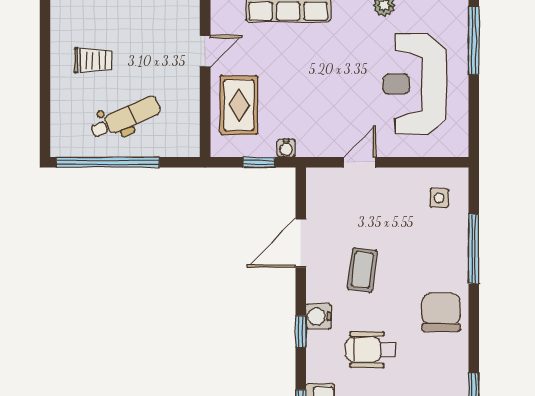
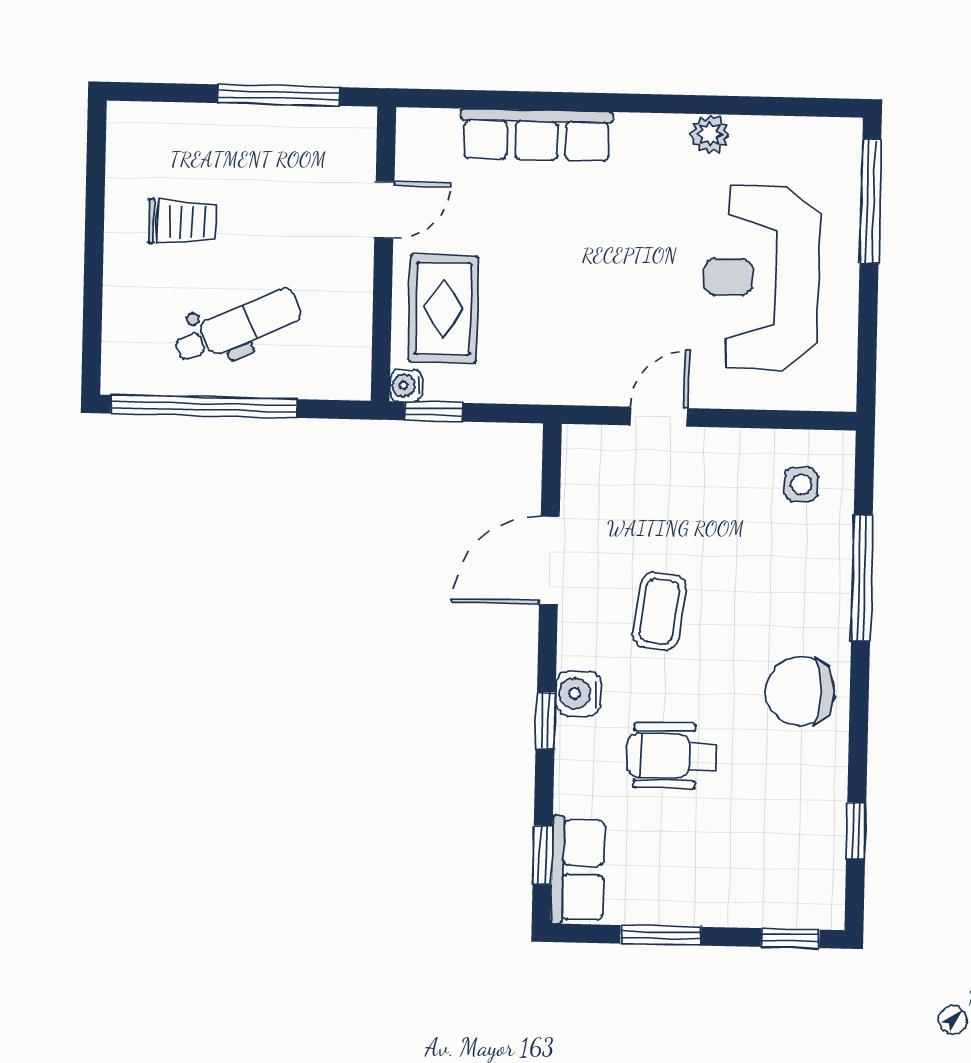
water cooler: (286, 148) -> (406, 385), moved, turned 90
window: (259, 162) -> (433, 412), moved
chair: (441, 312) -> (800, 691), turned -90

